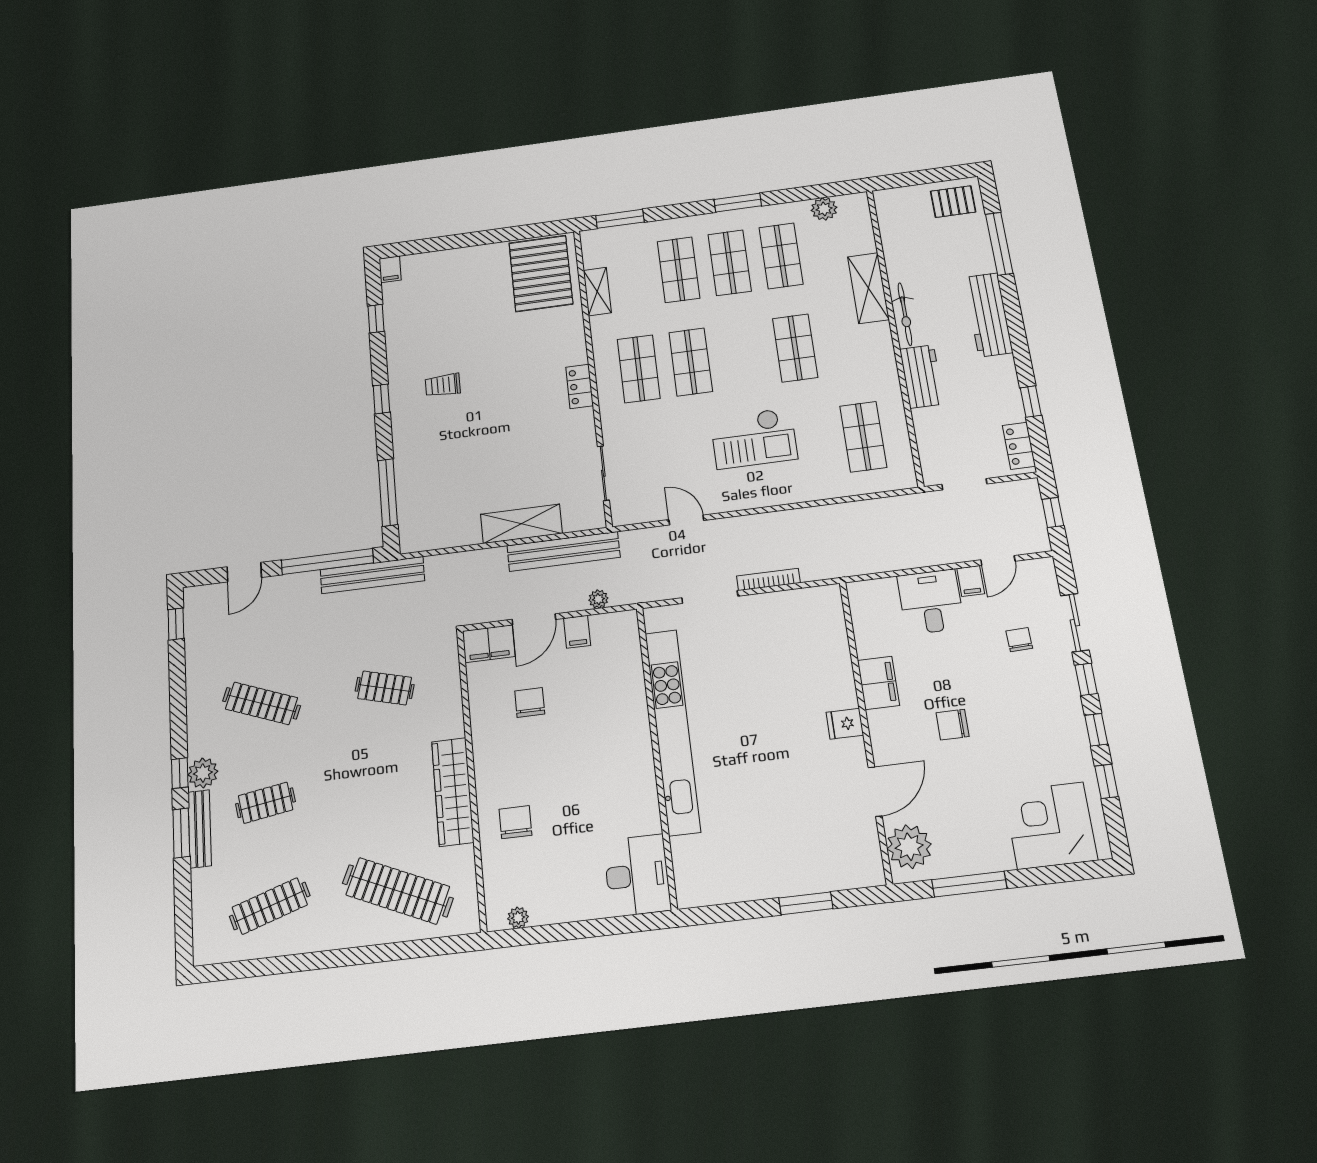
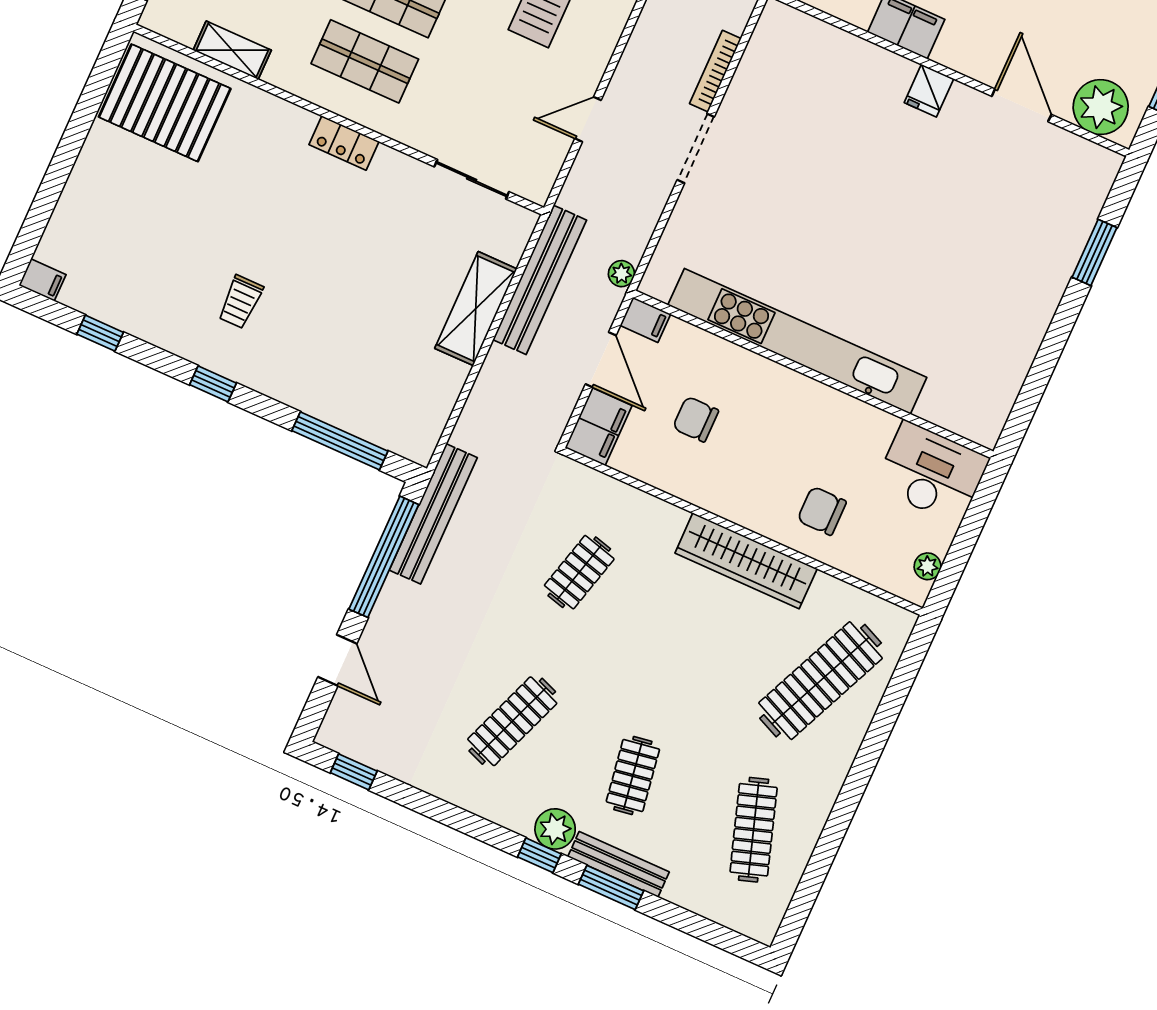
kitchen unit: (672, 731) -> (797, 341), moved
wall: (657, 755) -> (813, 374), moved
desk: (637, 875) -> (932, 473), moved

